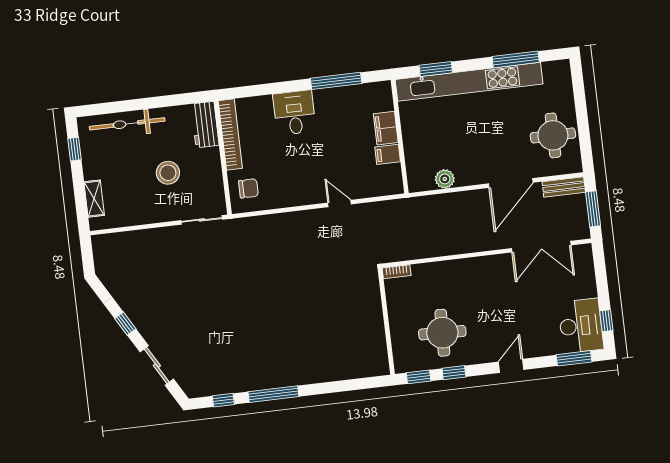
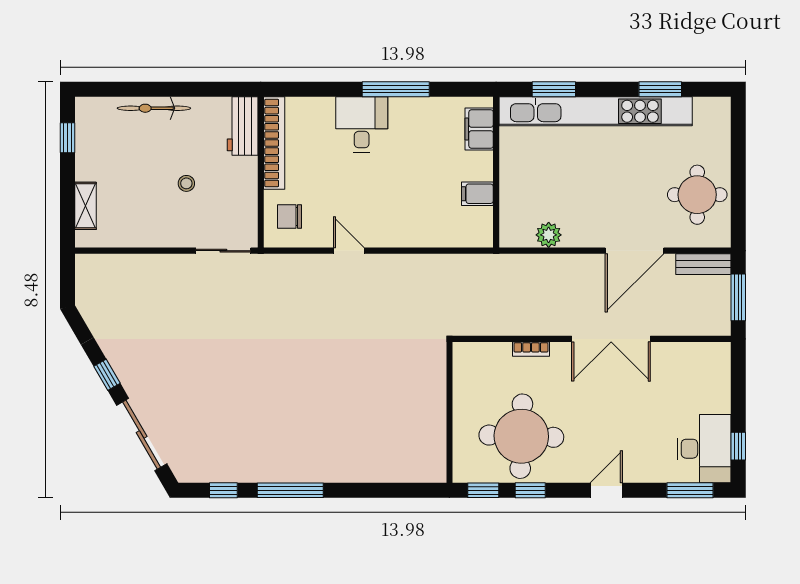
window: (516, 59) -> (660, 89), width x0.69
window: (336, 81) -> (396, 89), moved
bicycle: (127, 124) -> (154, 108), width x0.73, depth x0.71
filing cabinet: (386, 128) -> (479, 129), moved
stool: (168, 173) -> (186, 183), width x0.53, depth x0.53
chair: (248, 188) -> (290, 217), turned 180
door: (339, 203) -> (349, 251), moved
double door: (541, 247) -> (611, 339), moved
bookcase: (397, 272) -> (531, 349), moved
round table: (442, 333) -> (521, 436), width x1.36, depth x1.36
sliding door: (157, 366) -> (142, 435), width x1.37

